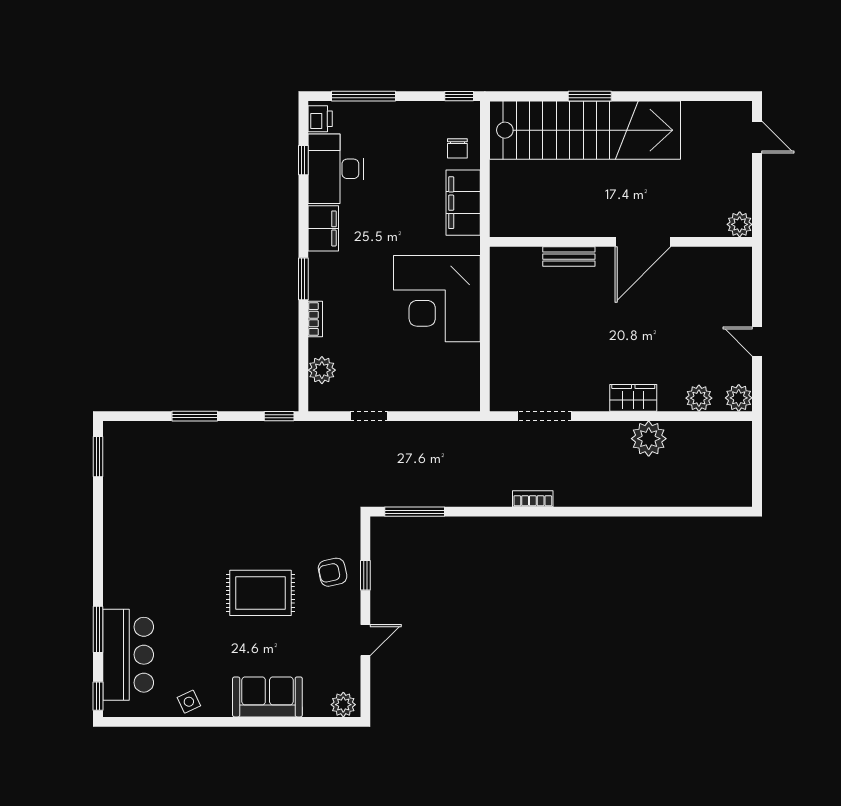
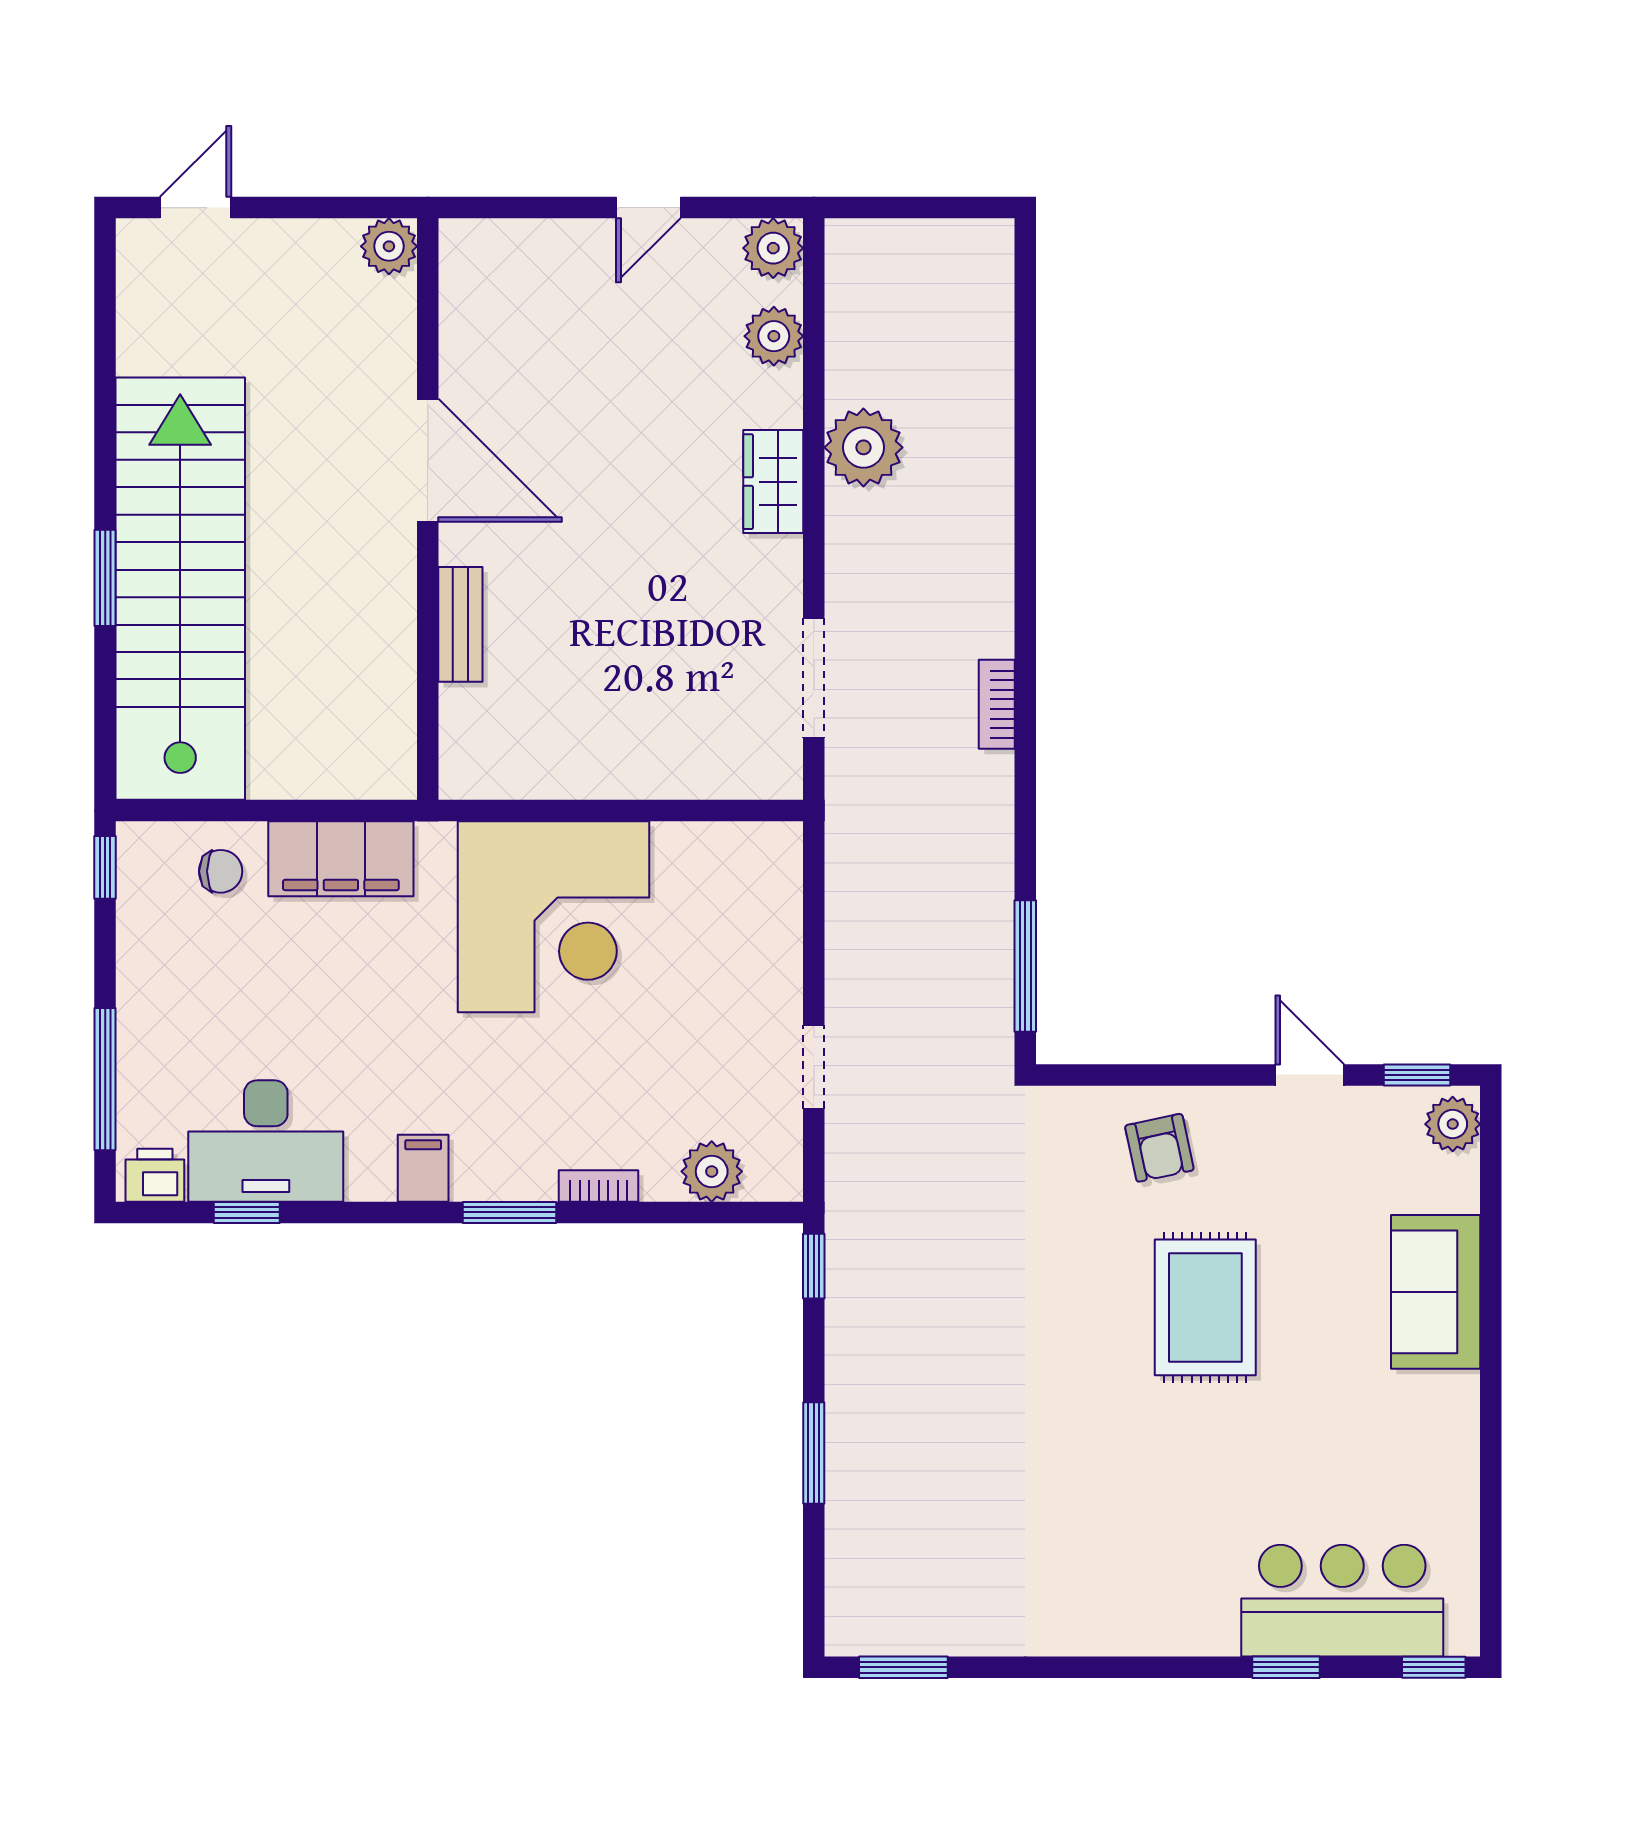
filing cabinet: (323, 228) -> (423, 1168), width x0.50
window: (365, 575) -> (1417, 1075), moved
window: (98, 629) -> (1286, 1667), width x0.67
side table: (189, 702) -> (1446, 1466), removed

